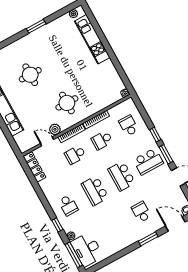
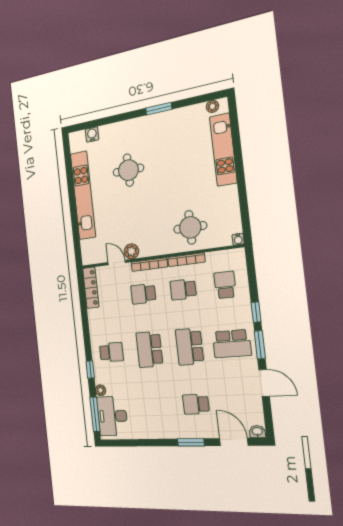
round table: (67, 103) -> (190, 227), moved
school desk: (68, 205) -> (111, 352), turned -90
school desk: (141, 212) -> (196, 404), turned -90

